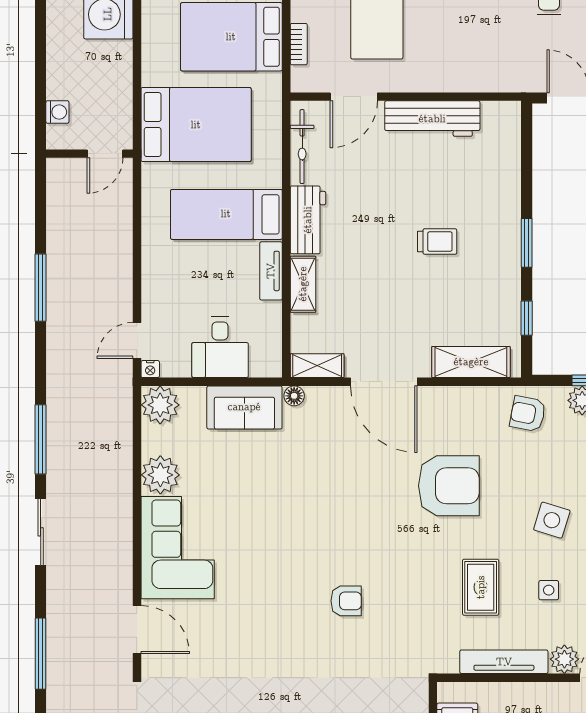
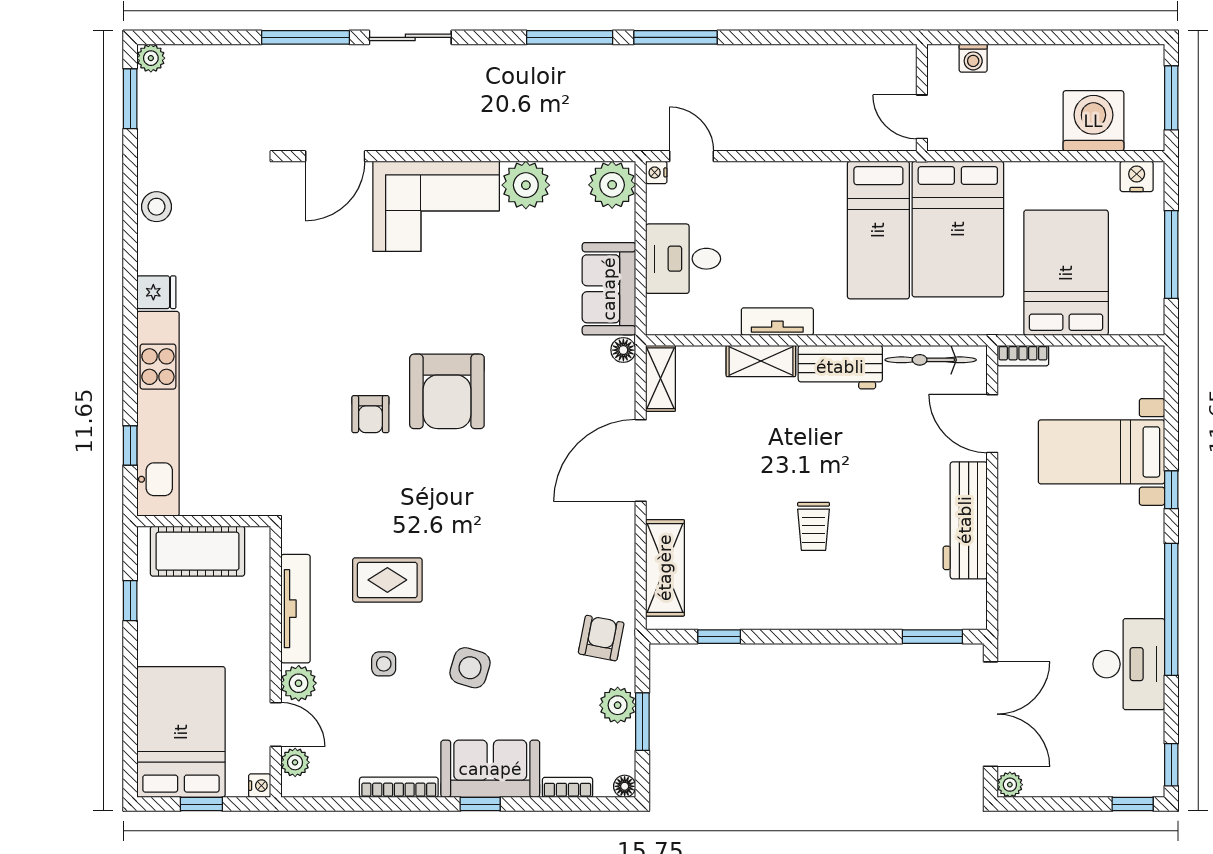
bookcase: (299, 44) -> (1023, 356), moved
bed: (226, 214) -> (878, 230), moved, turned 180
window: (527, 243) -> (932, 637), moved
window: (41, 288) -> (676, 37), moved
armchair: (449, 486) -> (447, 391), moved
sliding door: (41, 532) -> (410, 37), moved

